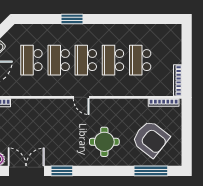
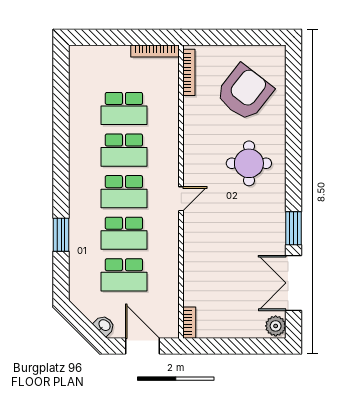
window: (72, 19) -> (61, 235), moved
window: (151, 171) -> (294, 92), removed

